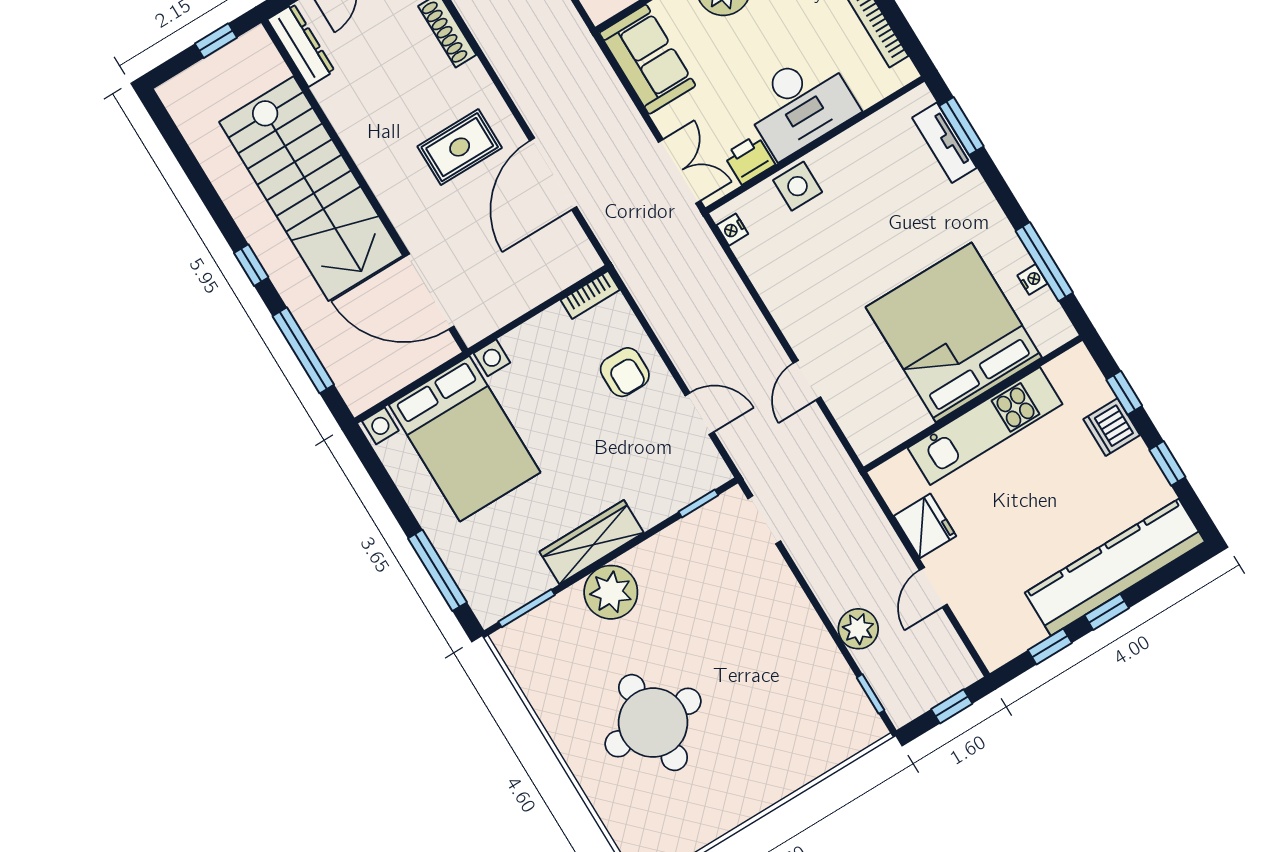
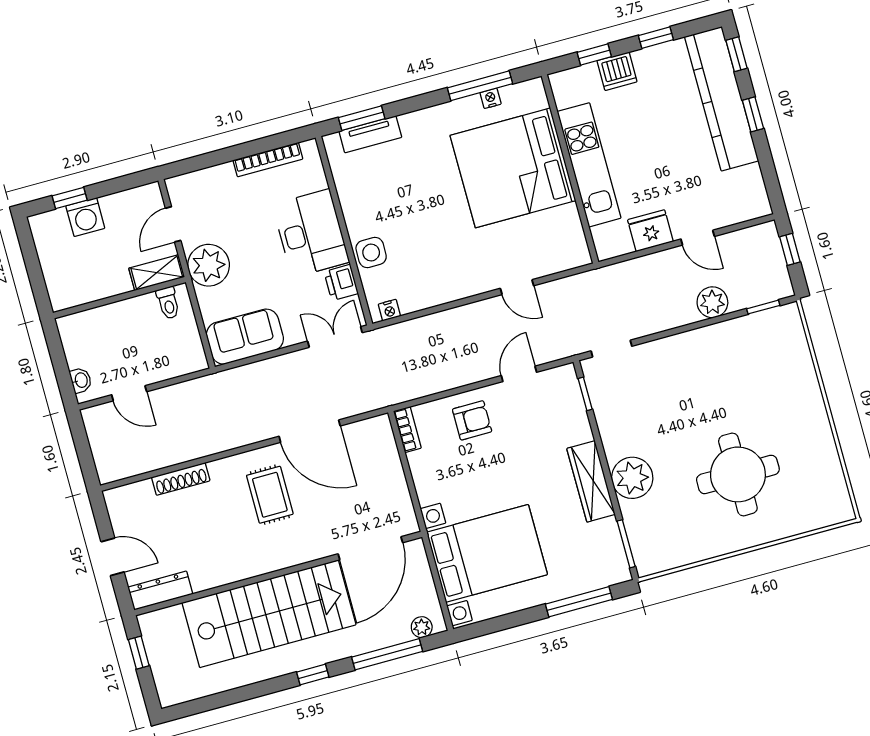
plant: (349, 384) -> (422, 627), added
window: (1050, 646) -> (736, 54), moved

